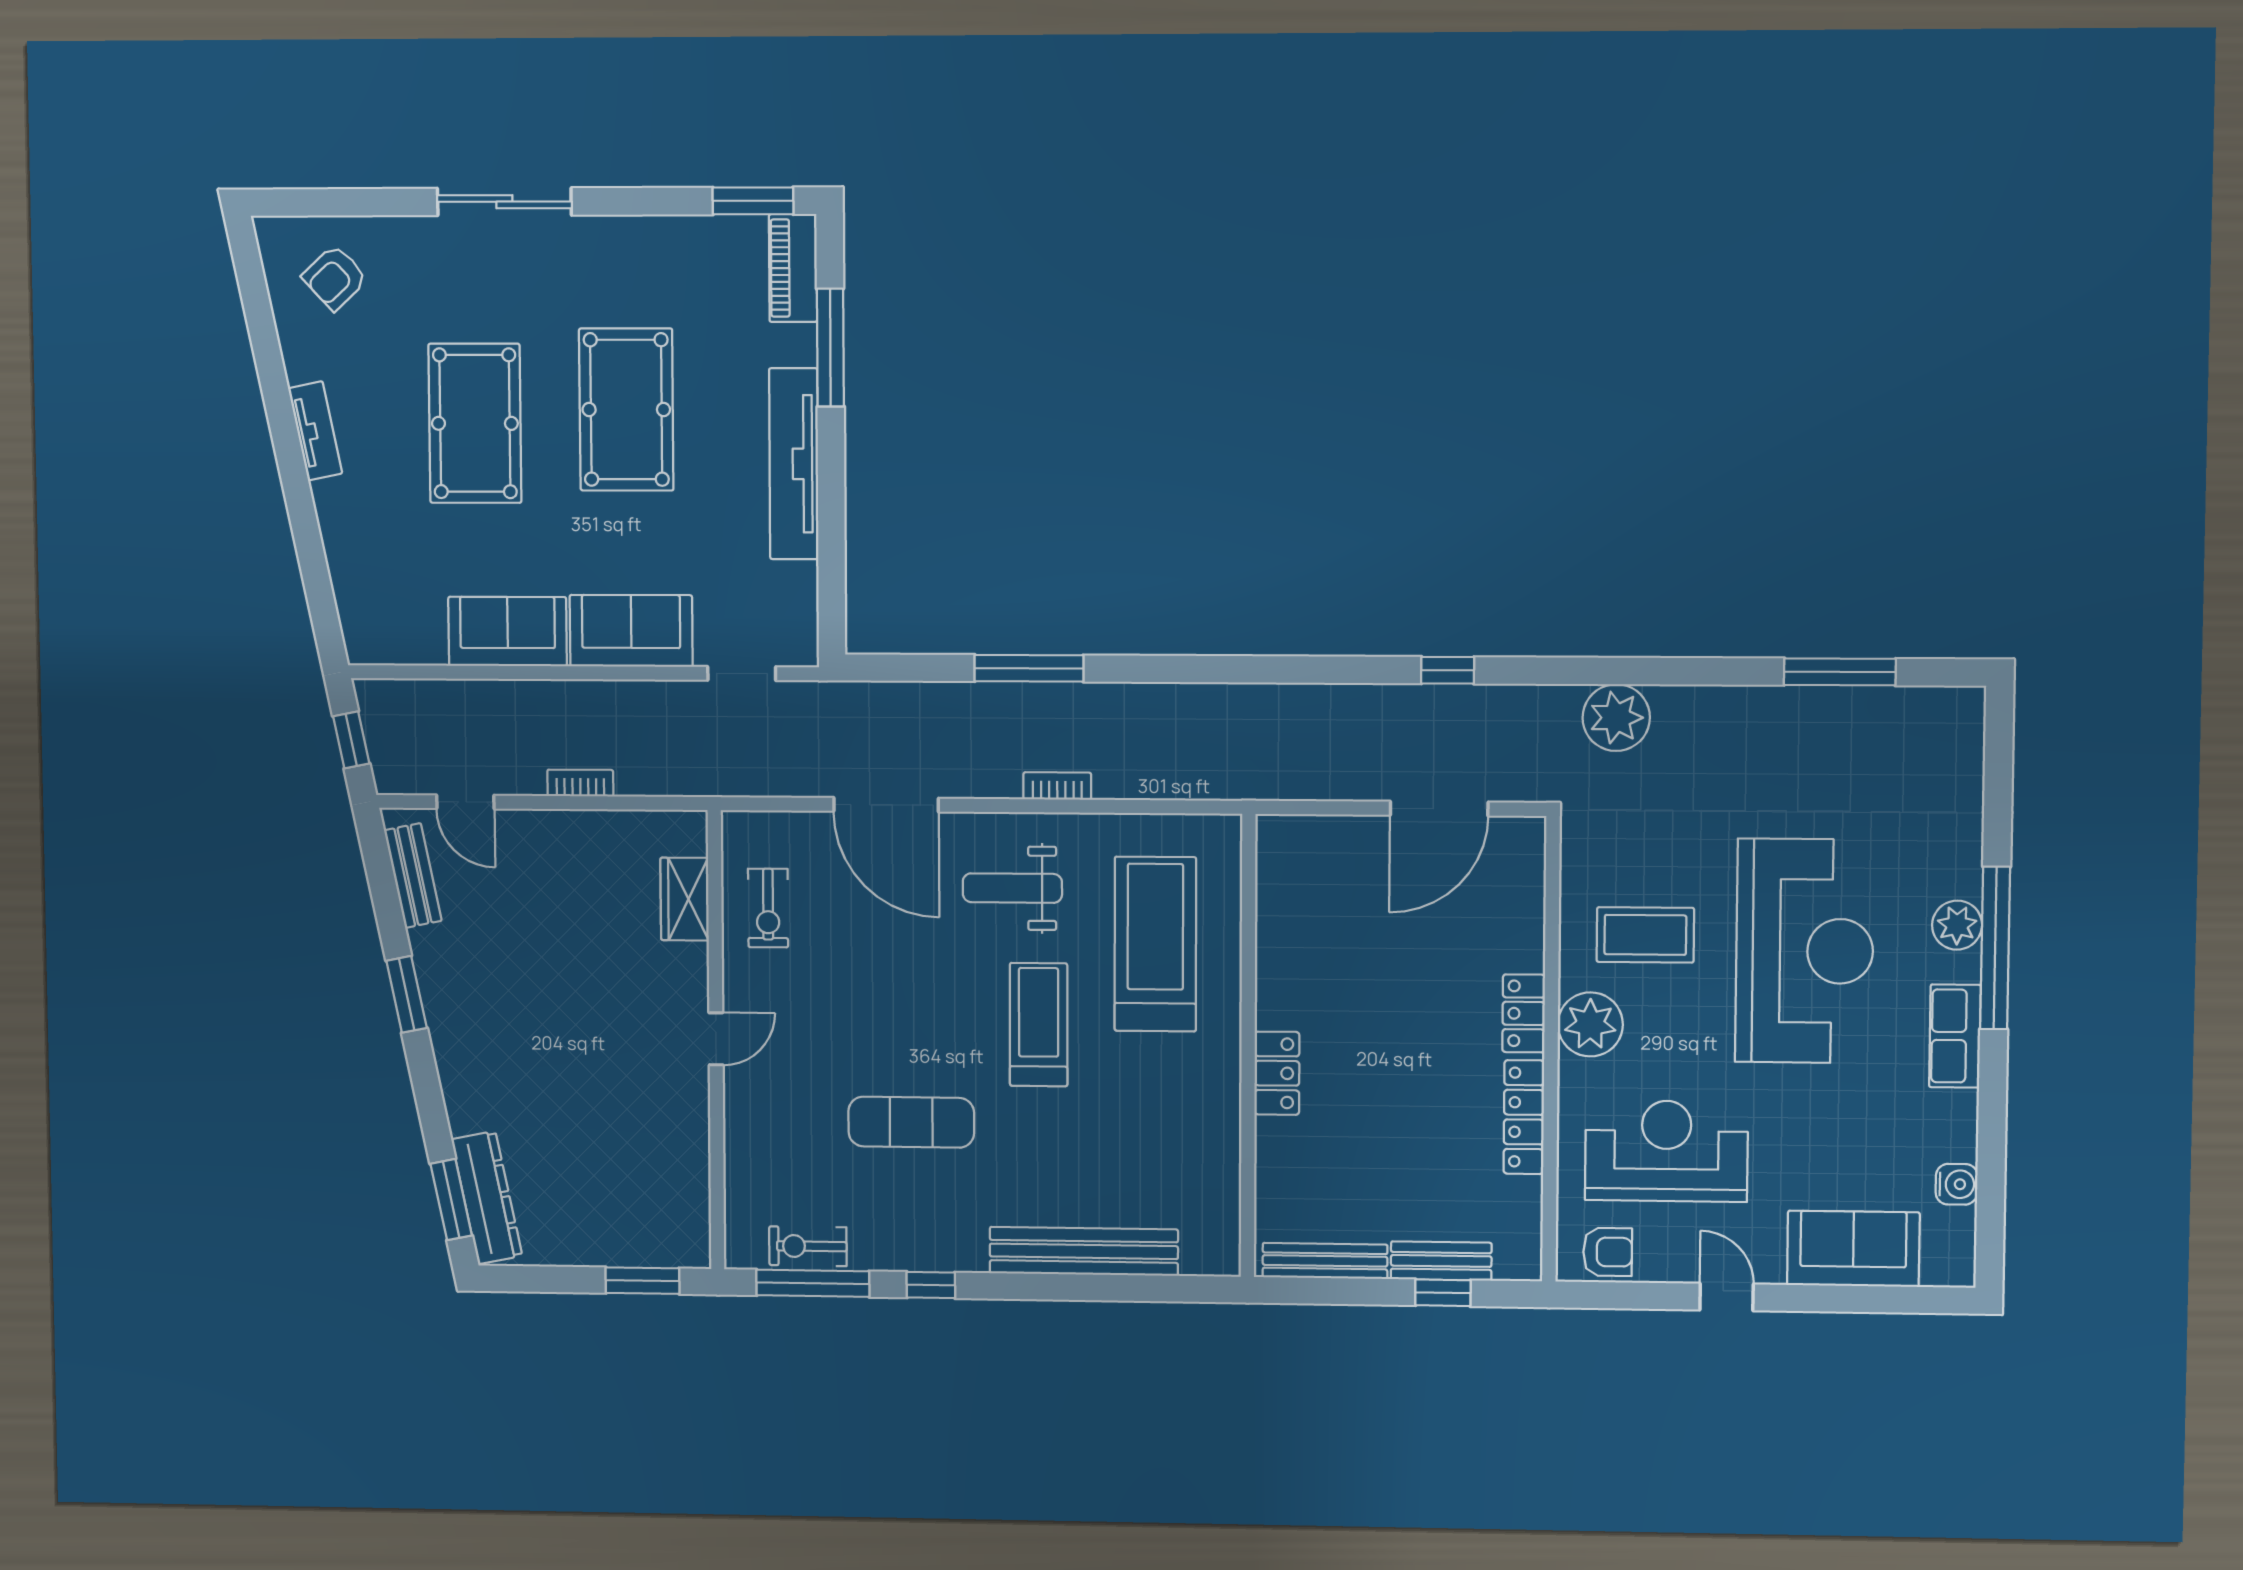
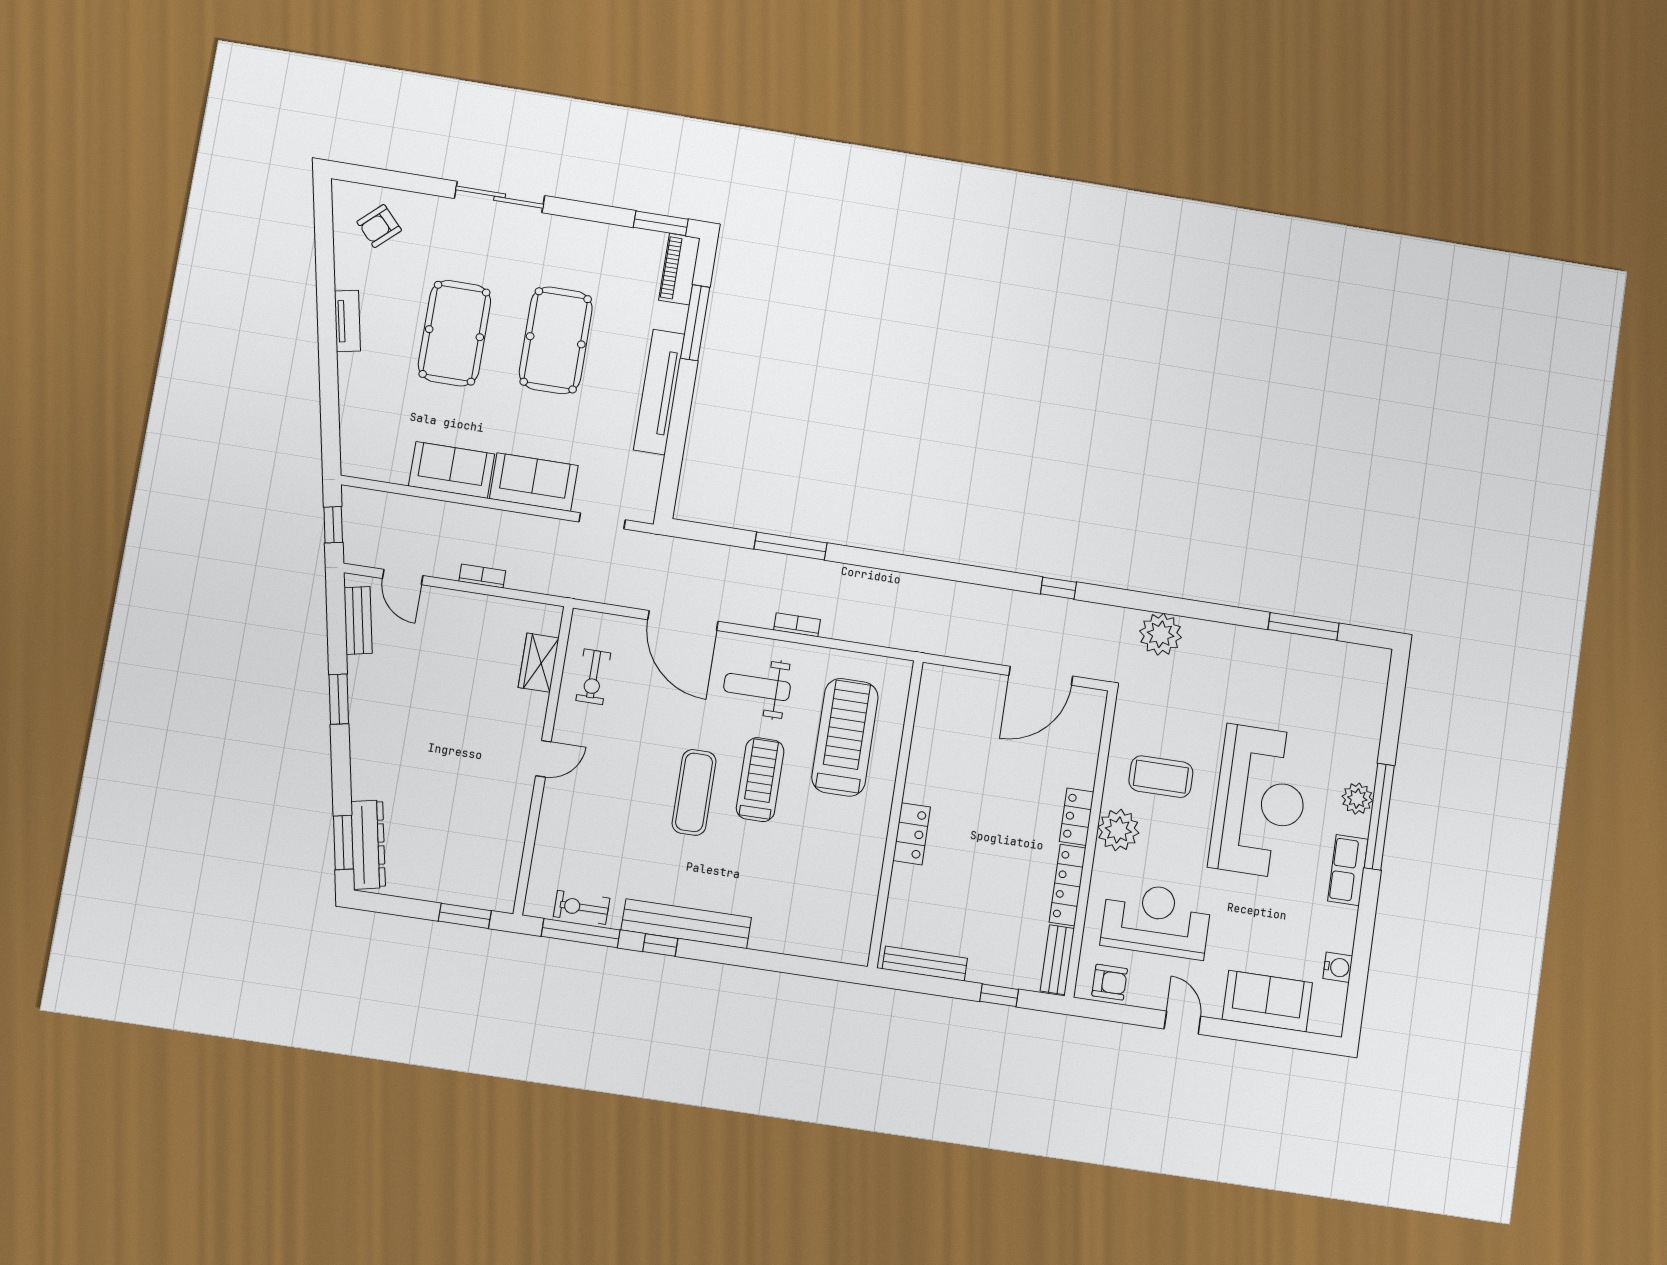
exercise mat: (911, 1122) -> (694, 792), moved, turned 90
bench: (1084, 1251) -> (686, 924), moved
bench: (1441, 1261) -> (1057, 960), moved, turned 90

